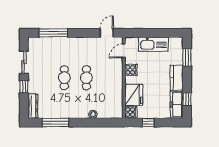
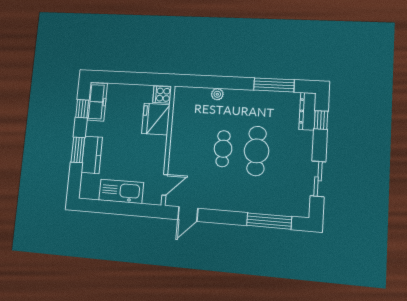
window: (187, 57) -> (78, 150), moved
cooker: (131, 70) -> (157, 156), removed
cafe table: (64, 78) -> (257, 151), width x1.37, depth x1.35
kitchen counter: (177, 78) -> (92, 155), moved
window: (24, 87) -> (321, 120), moved
window: (148, 123) -> (139, 79), removed

